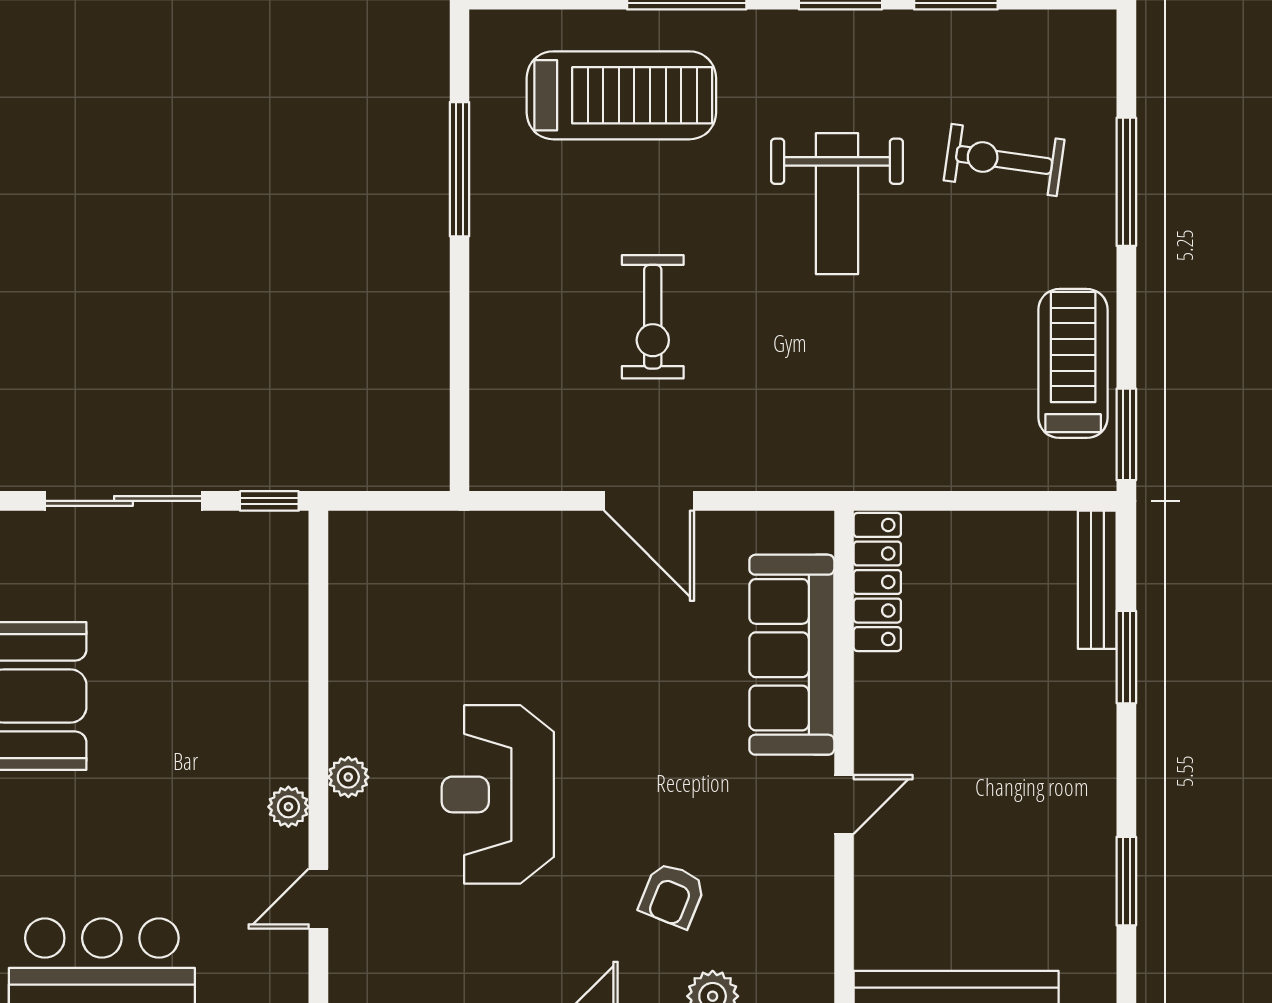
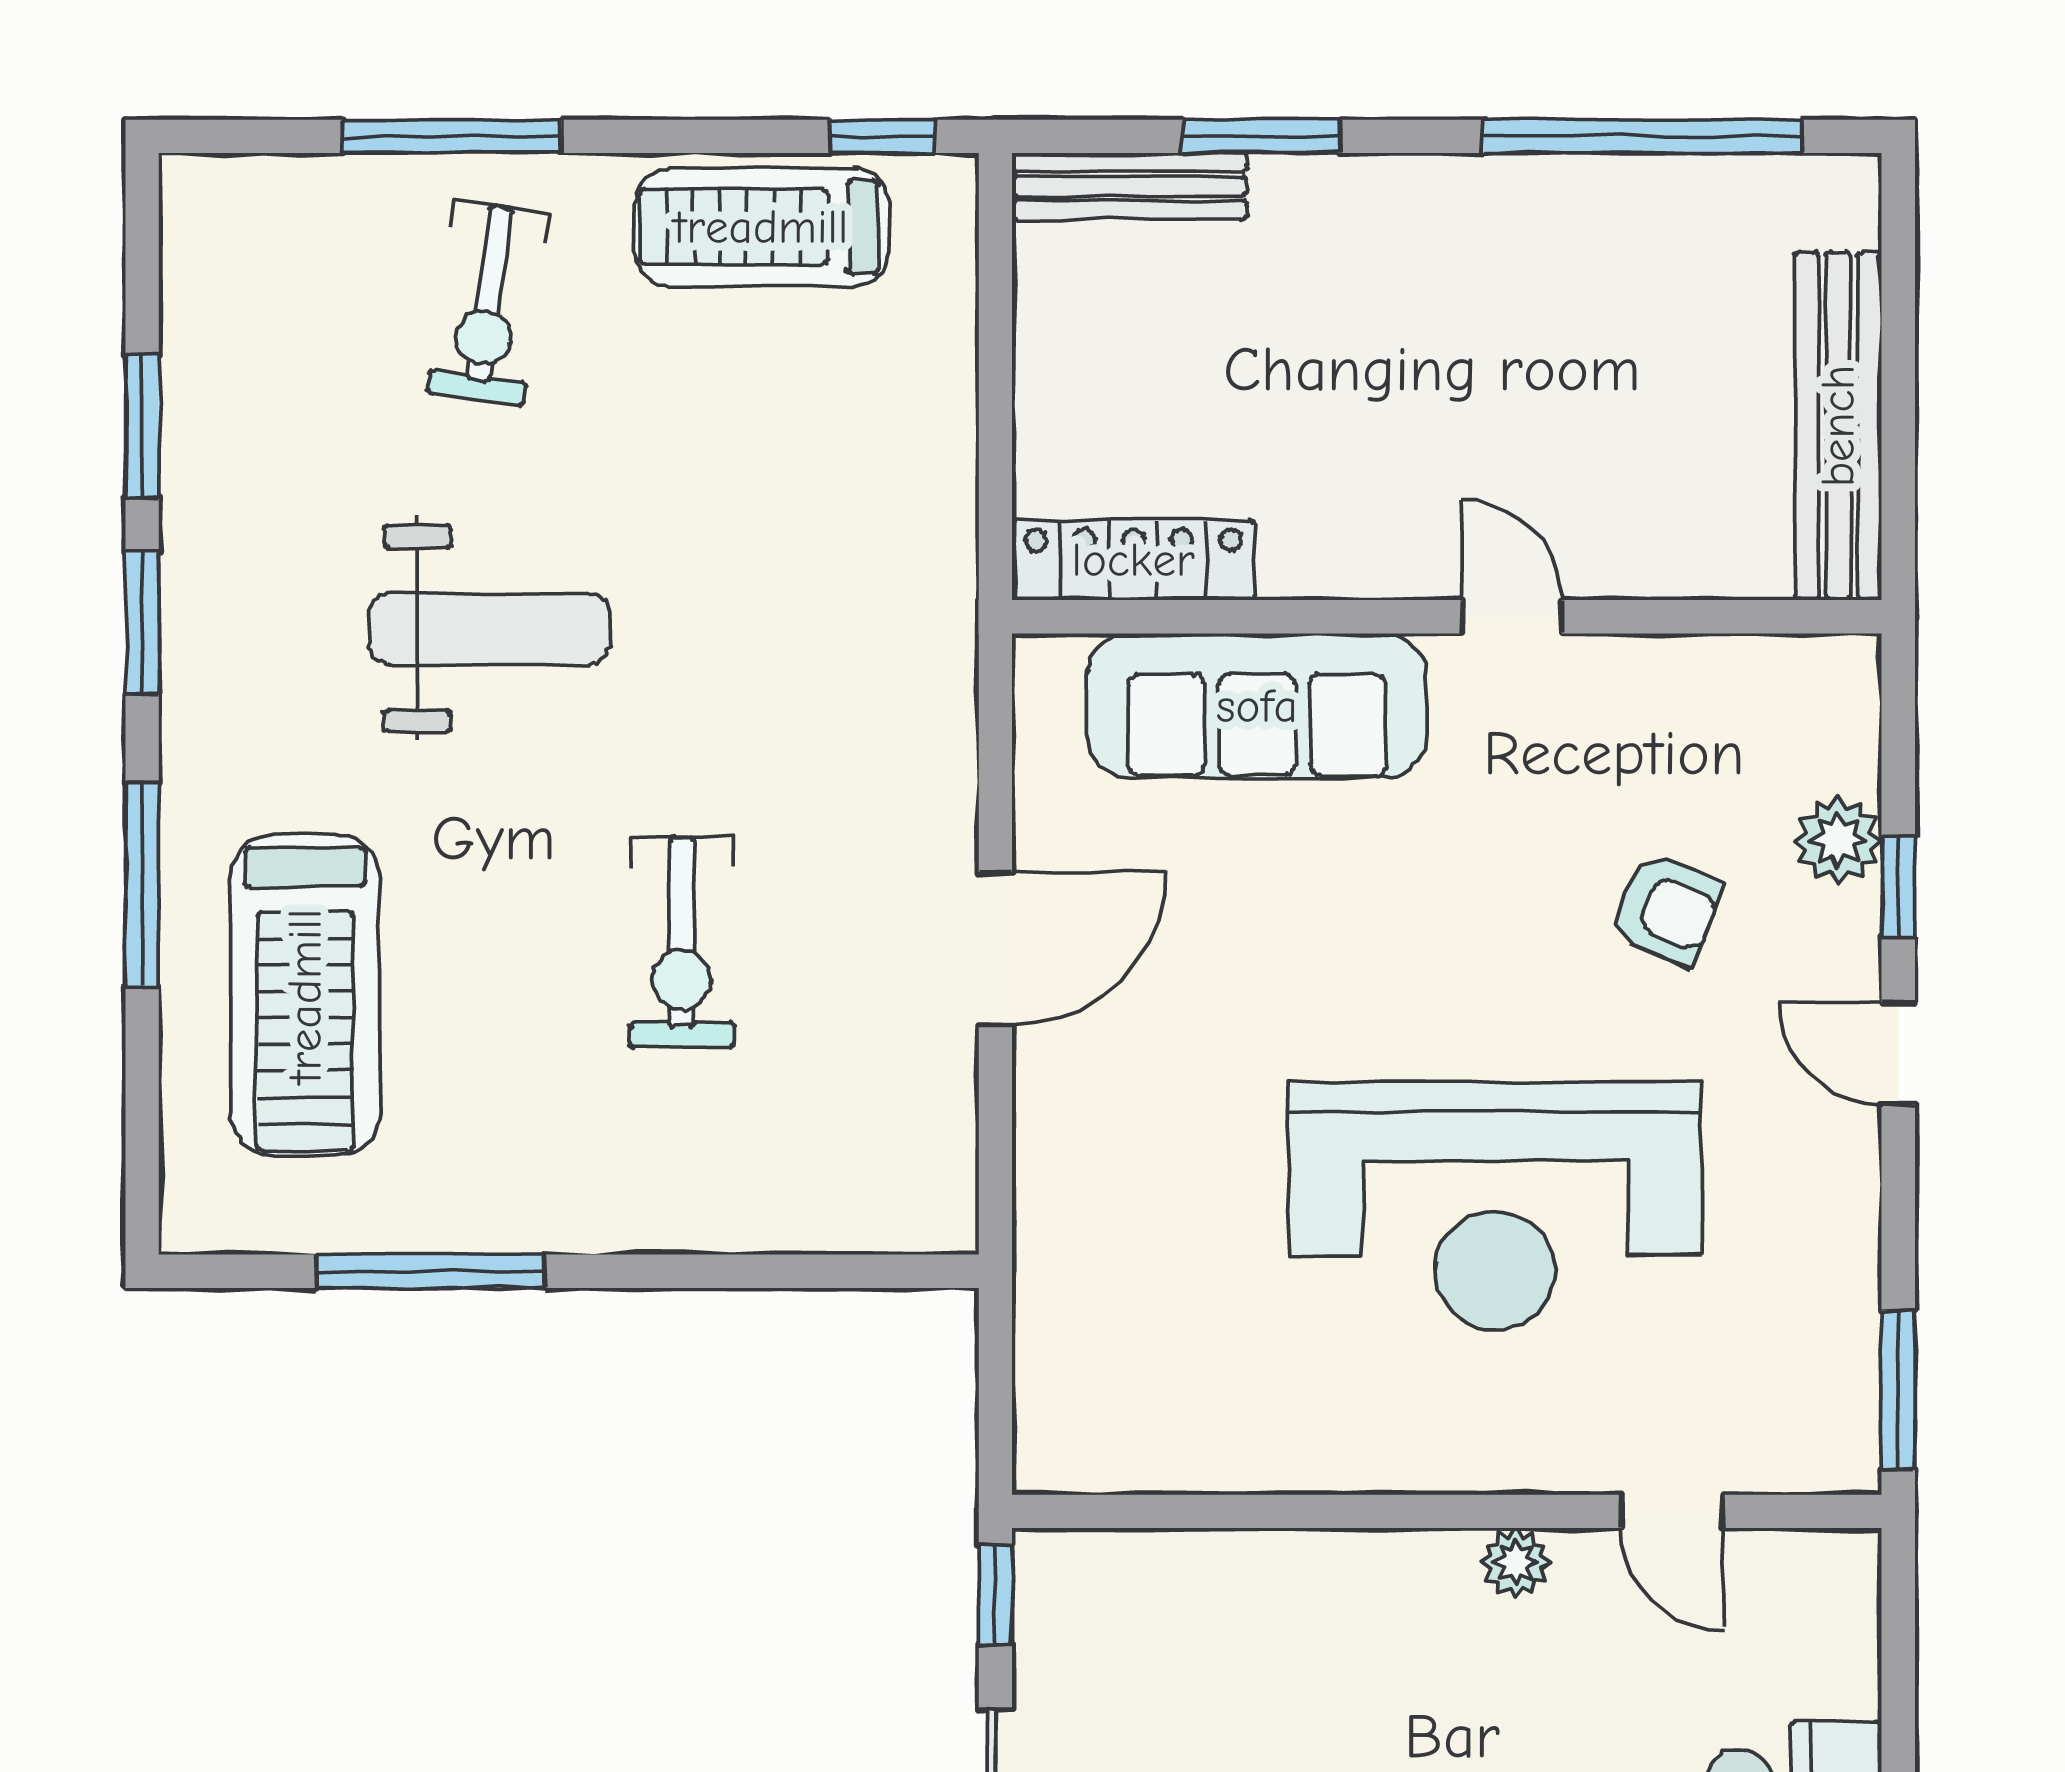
treadmill: (621, 95) -> (305, 996), turned 180
exercise bike: (1004, 160) -> (489, 303), moved
exercise bike: (653, 317) -> (682, 942), turned 90
window: (1126, 434) -> (882, 136), width x0.67
plant: (348, 777) -> (1465, 1461), removed
reception desk: (498, 794) -> (1495, 1206), width x1.36, depth x1.30
window: (1126, 881) -> (1642, 136), width x2.11

